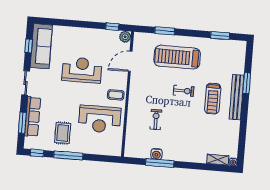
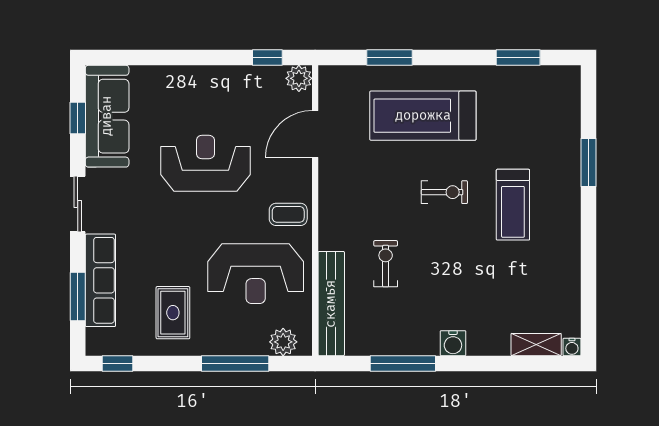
bench: (237, 97) -> (331, 304), moved
plant: (109, 150) -> (283, 342), added
water cooler: (156, 154) -> (453, 343), moved
window: (68, 156) -> (235, 363), moved

